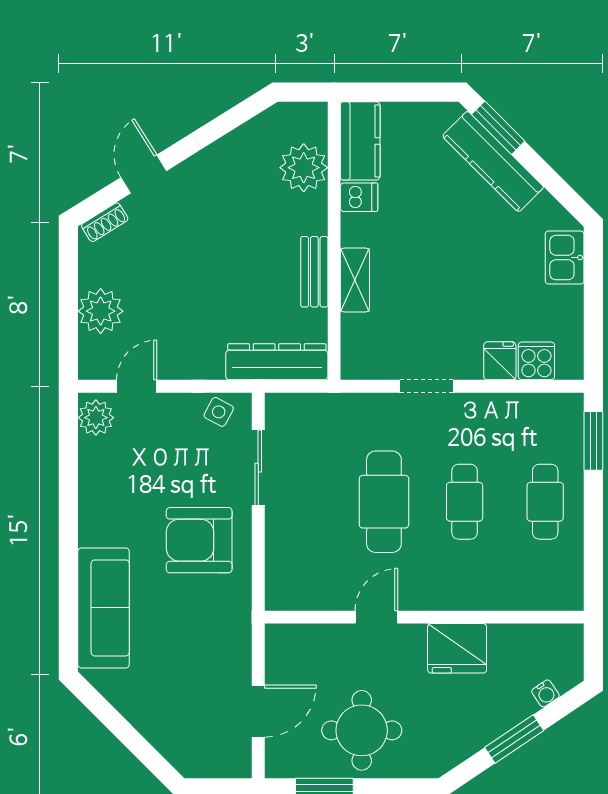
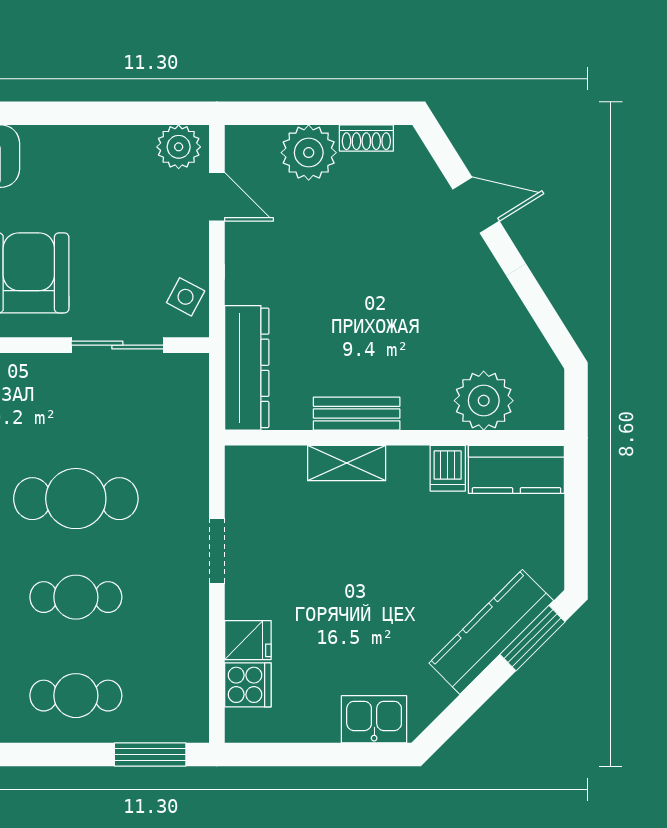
shoe rack: (105, 222) -> (366, 138), moved, turned -58

